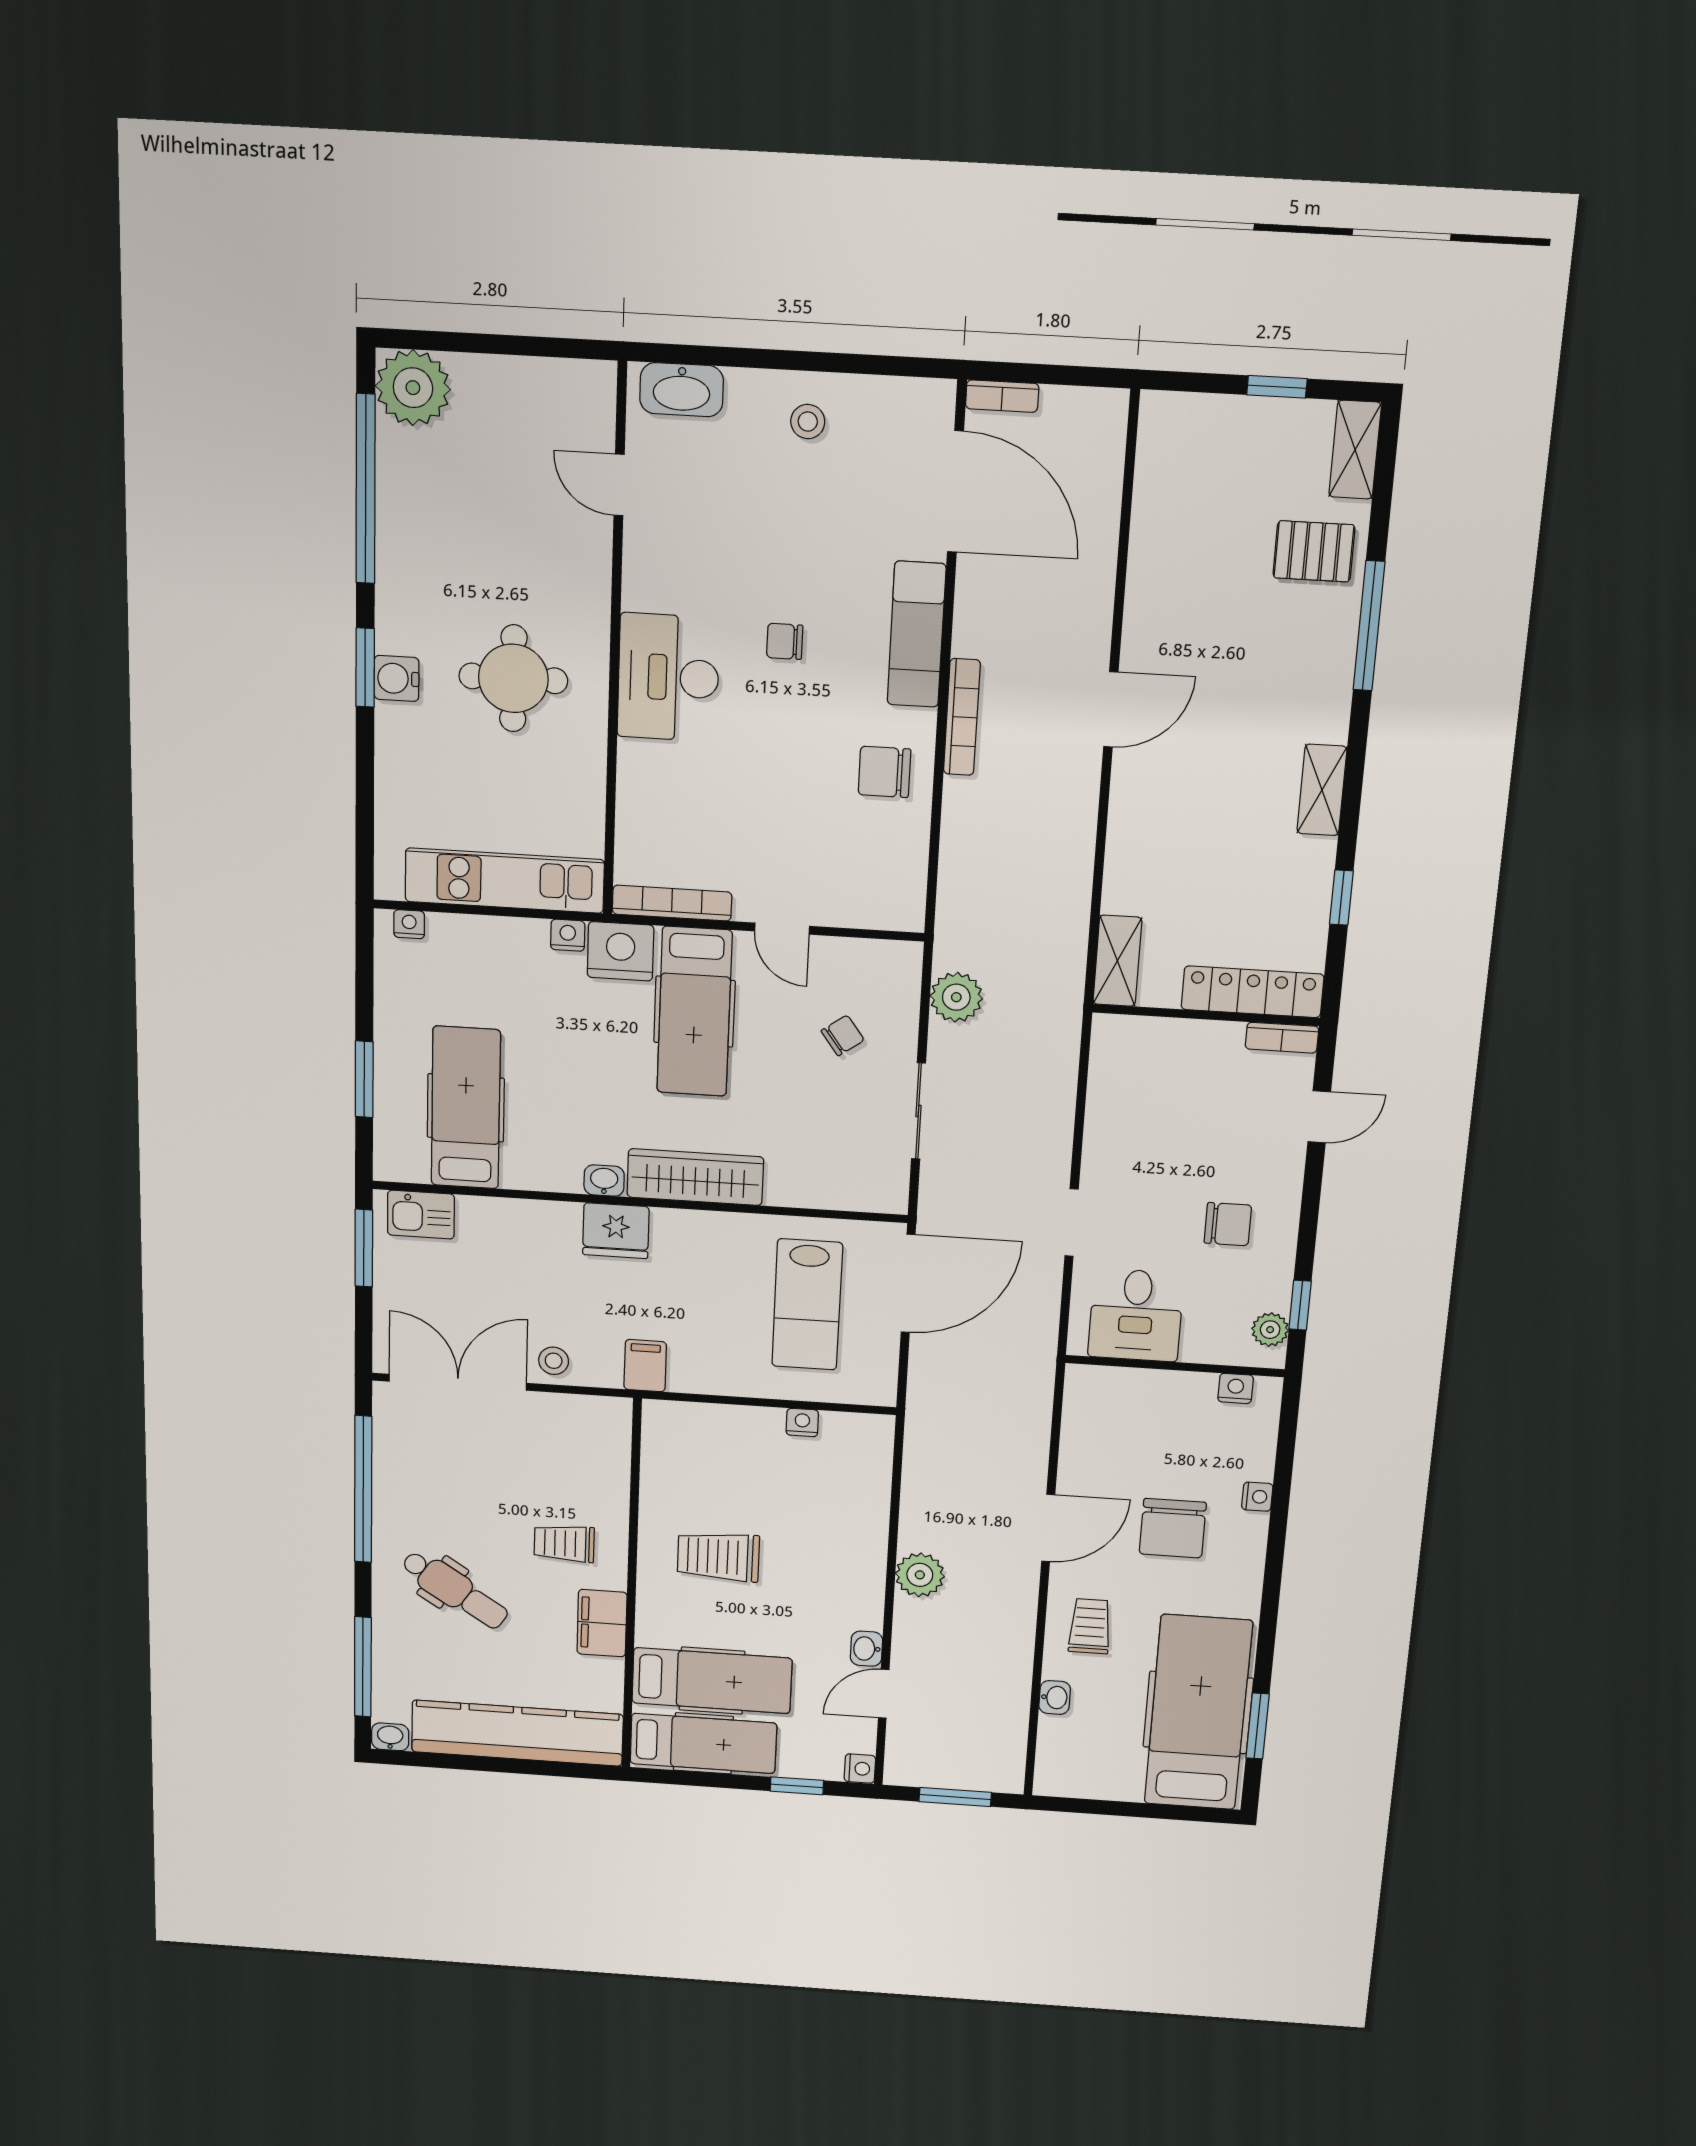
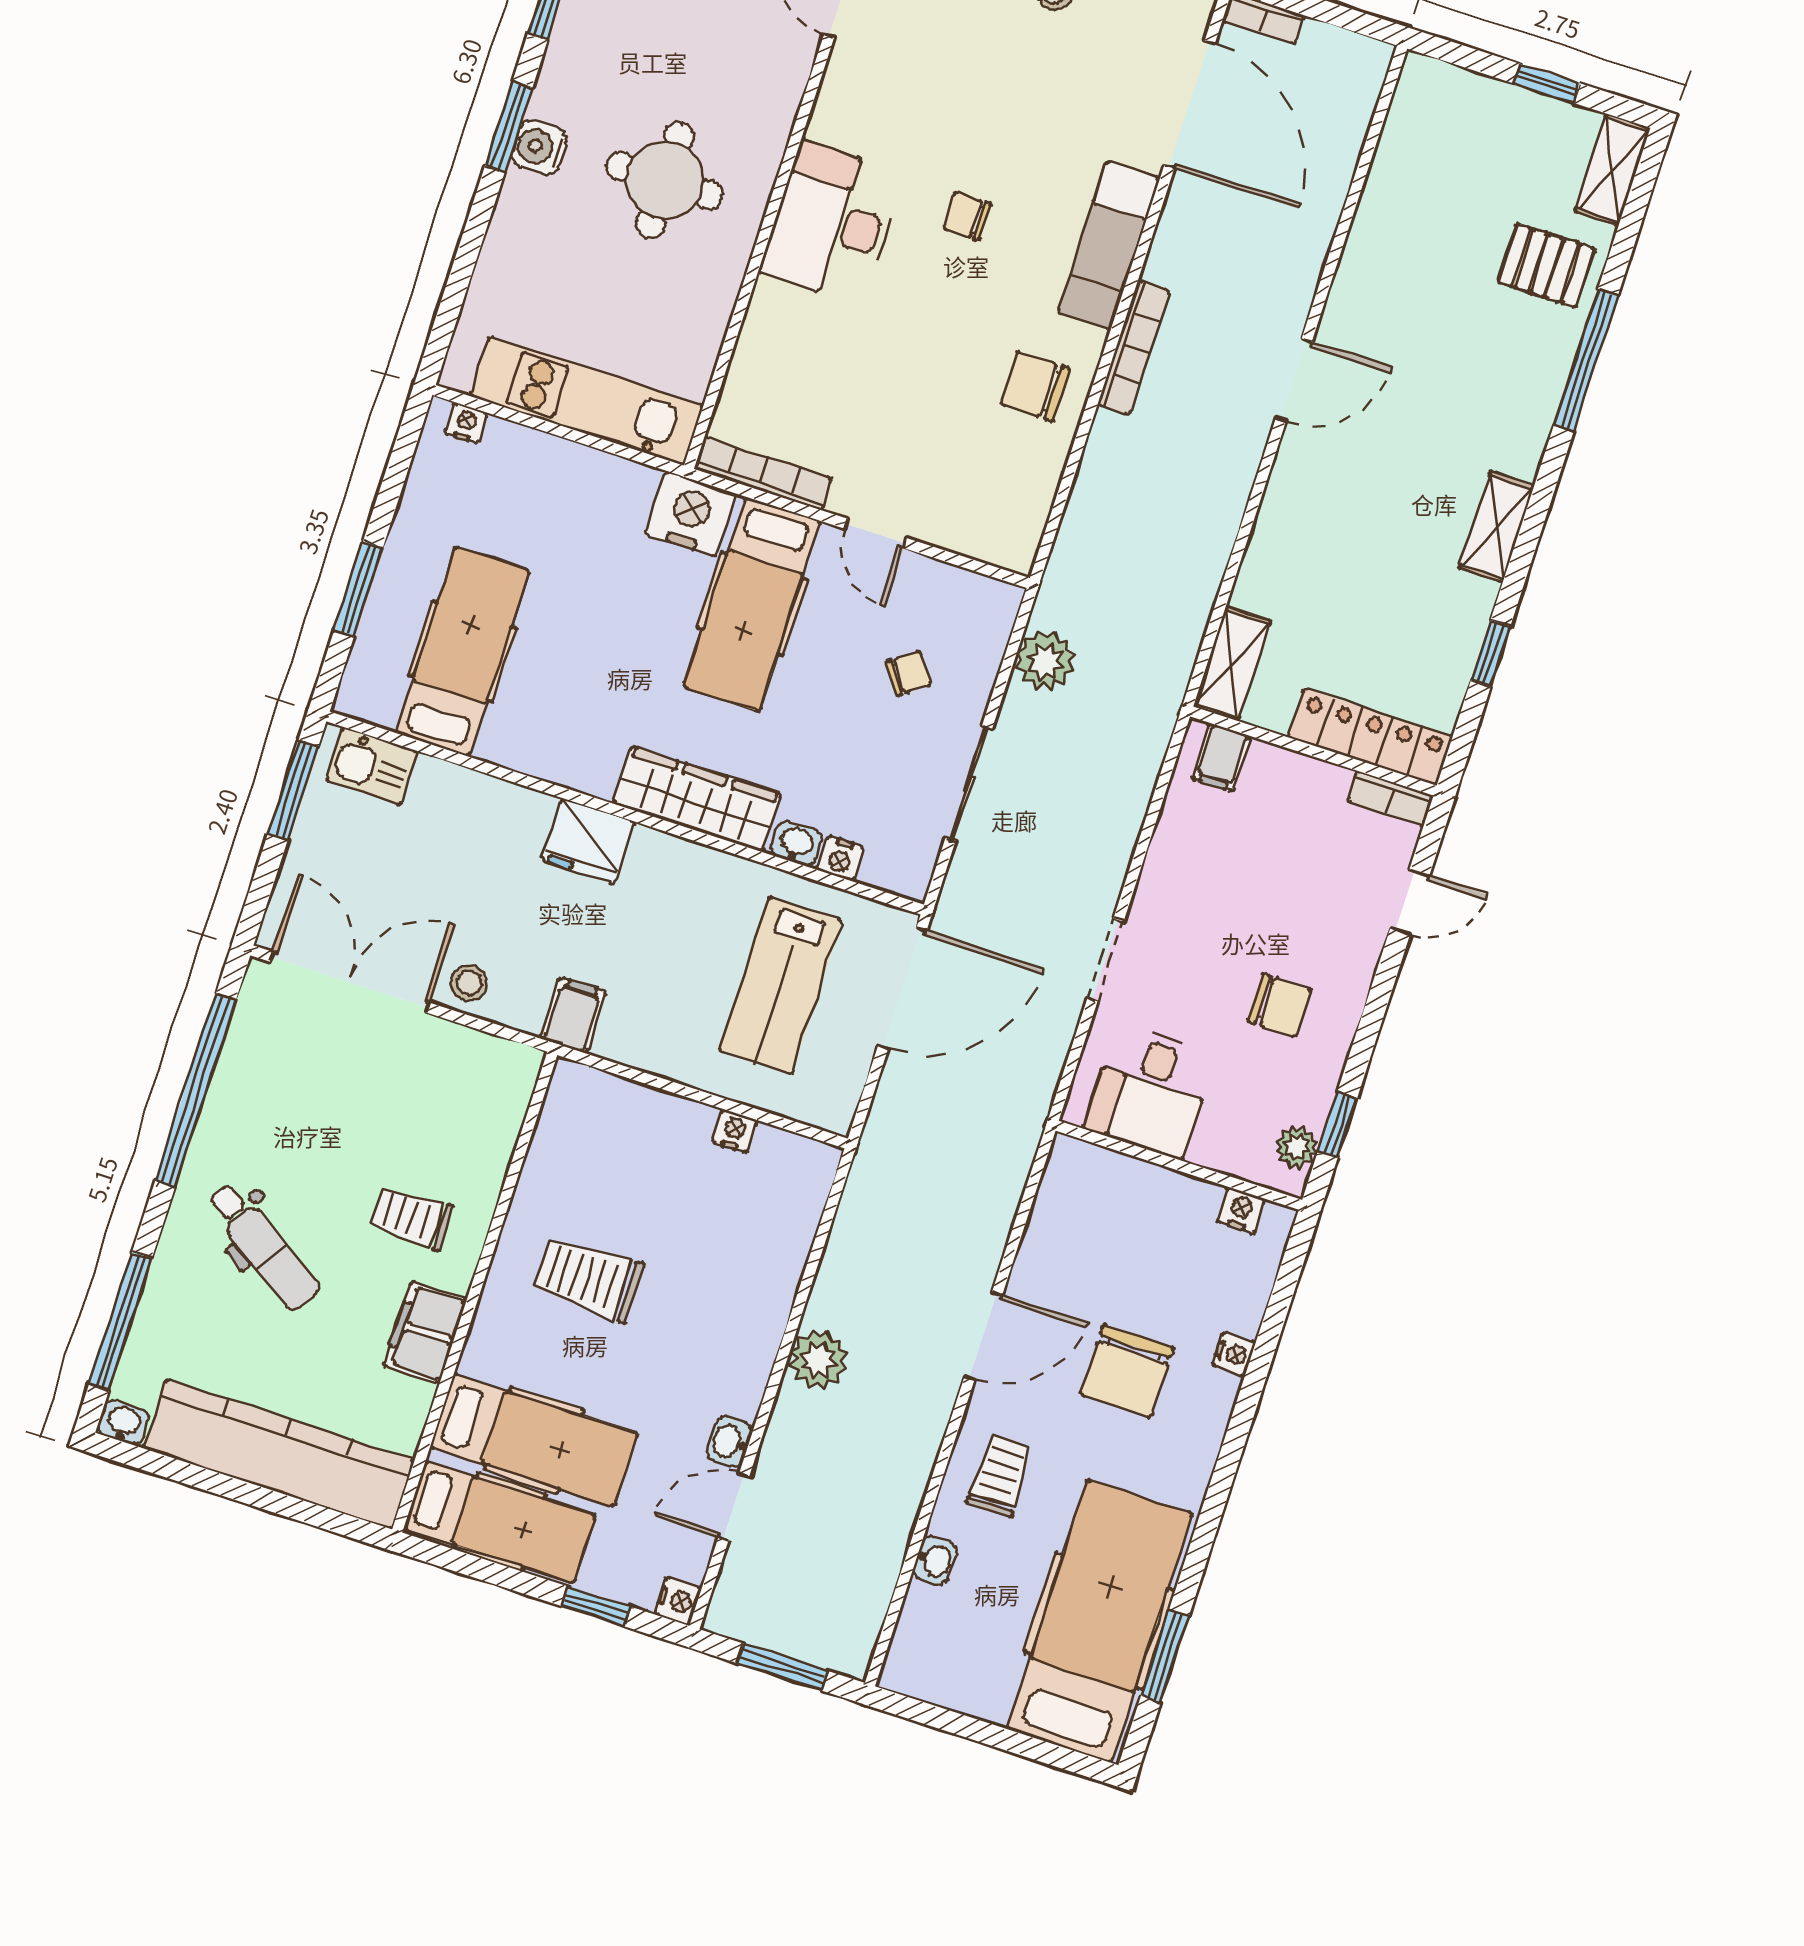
nightstand: (568, 935) -> (840, 858), moved, turned 180
filing cabinet: (1128, 1039) -> (1221, 757), added
washbasin: (604, 1181) -> (796, 843), moved

